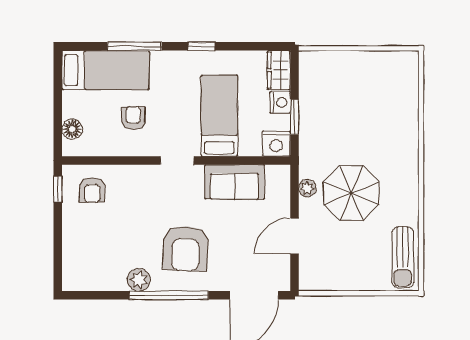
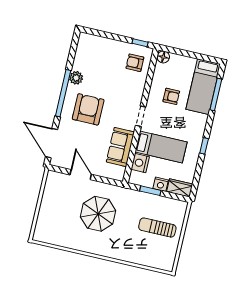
window: (135, 46) -> (216, 94), moved
floor lamp: (72, 129) -> (163, 57), moved
nightstand: (276, 144) -> (140, 163), moved
plant: (307, 188) -> (107, 189), removed
armchair: (186, 248) -> (88, 109), turned 88
sun lounger: (403, 257) -> (157, 228), moved

